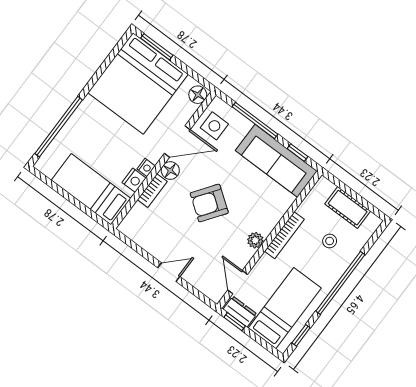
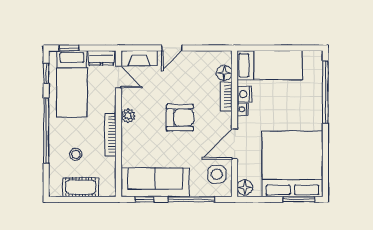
floor lamp: (170, 171) -> (224, 73), moved
armchair: (209, 203) -> (180, 118), turned 54
fireplace: (206, 285) -> (139, 58), added
window: (235, 322) -> (69, 48), moved

